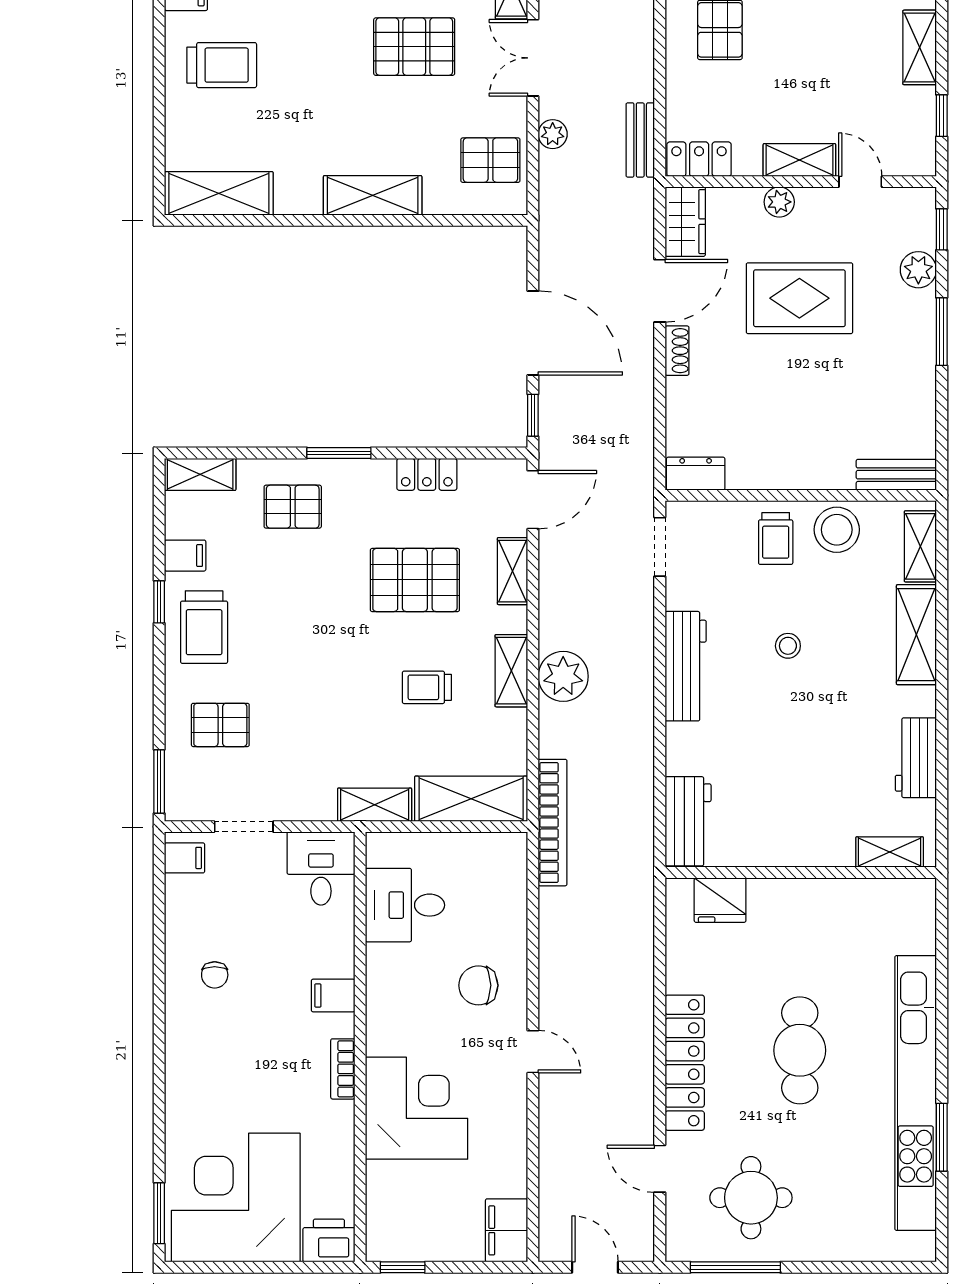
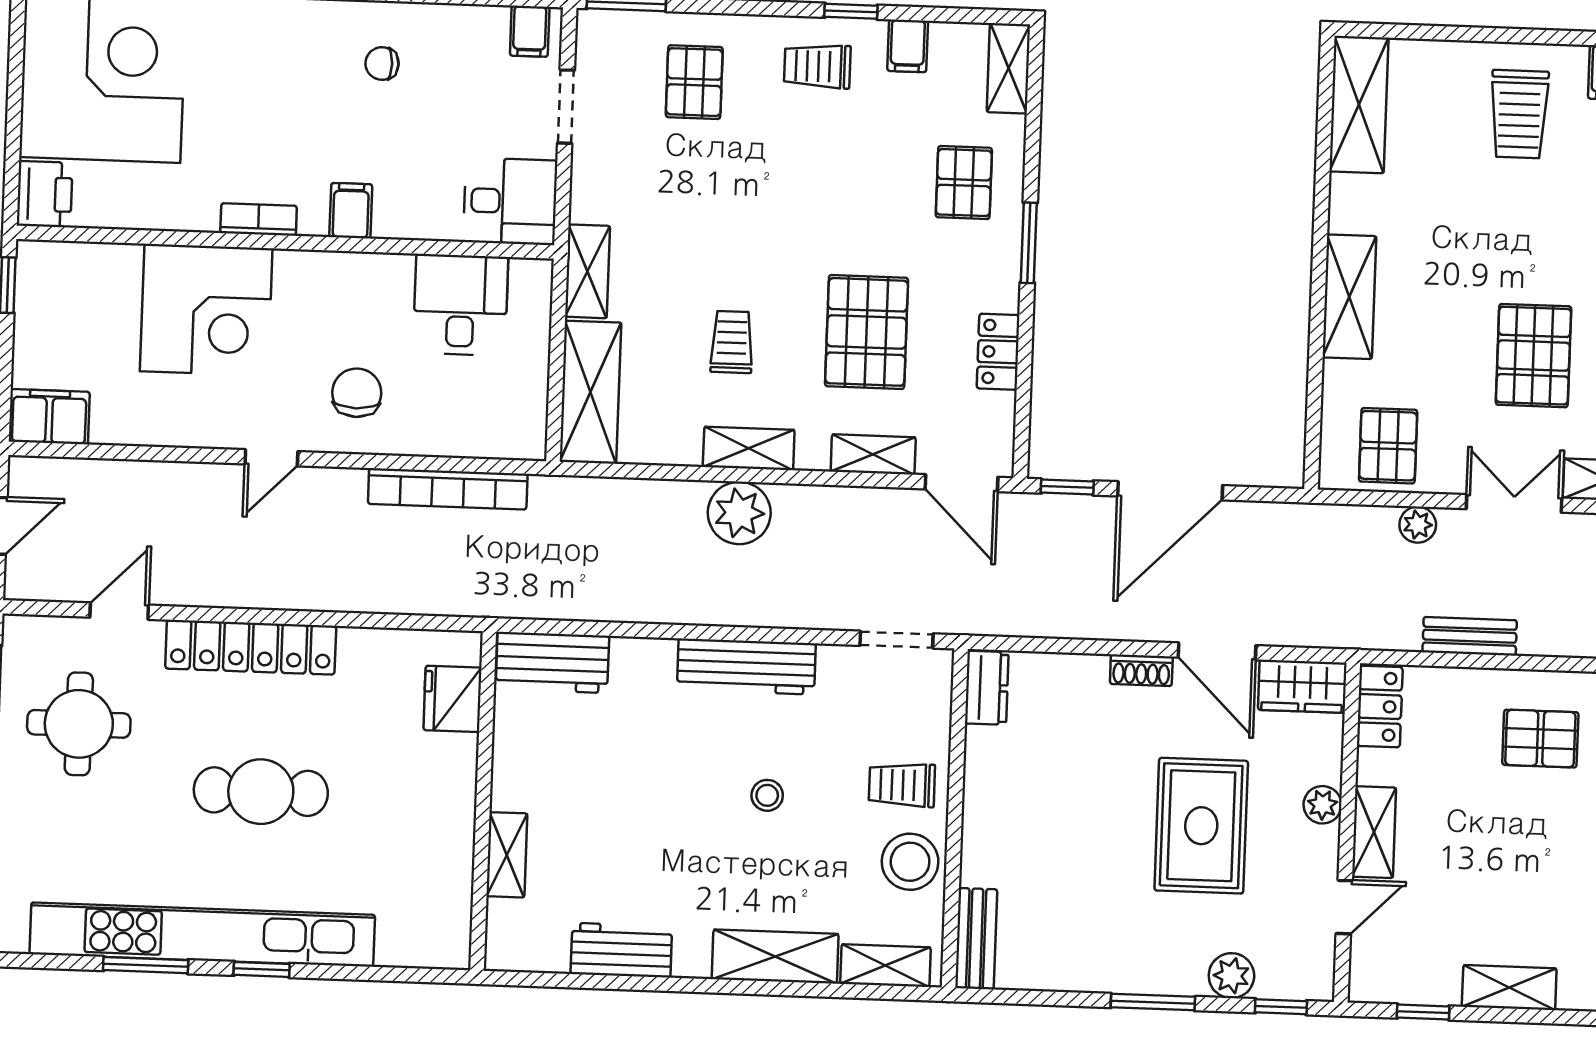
bench: (640, 140) -> (1470, 636), moved
trolley: (204, 627) -> (817, 66), width x0.73, depth x0.72
bookcase: (552, 823) -> (448, 489), moved
shelving: (890, 852) -> (507, 855), moved
window: (942, 1045) -> (262, 969), added

